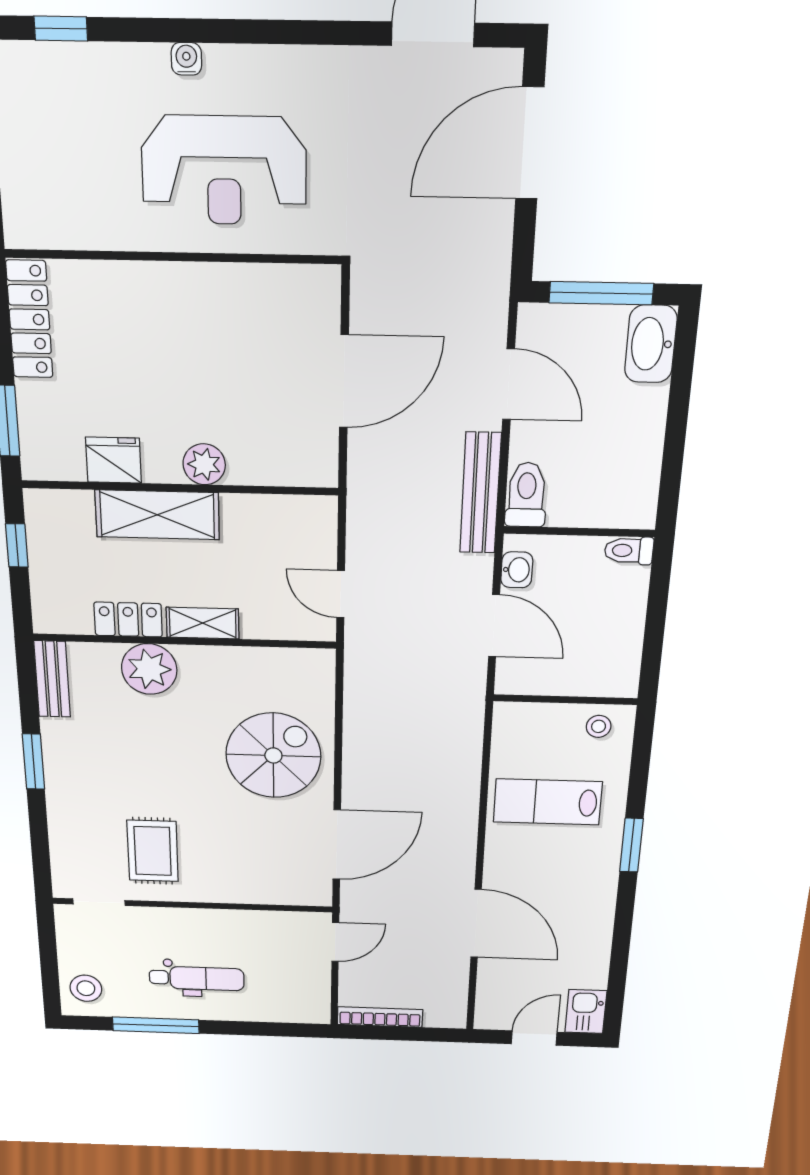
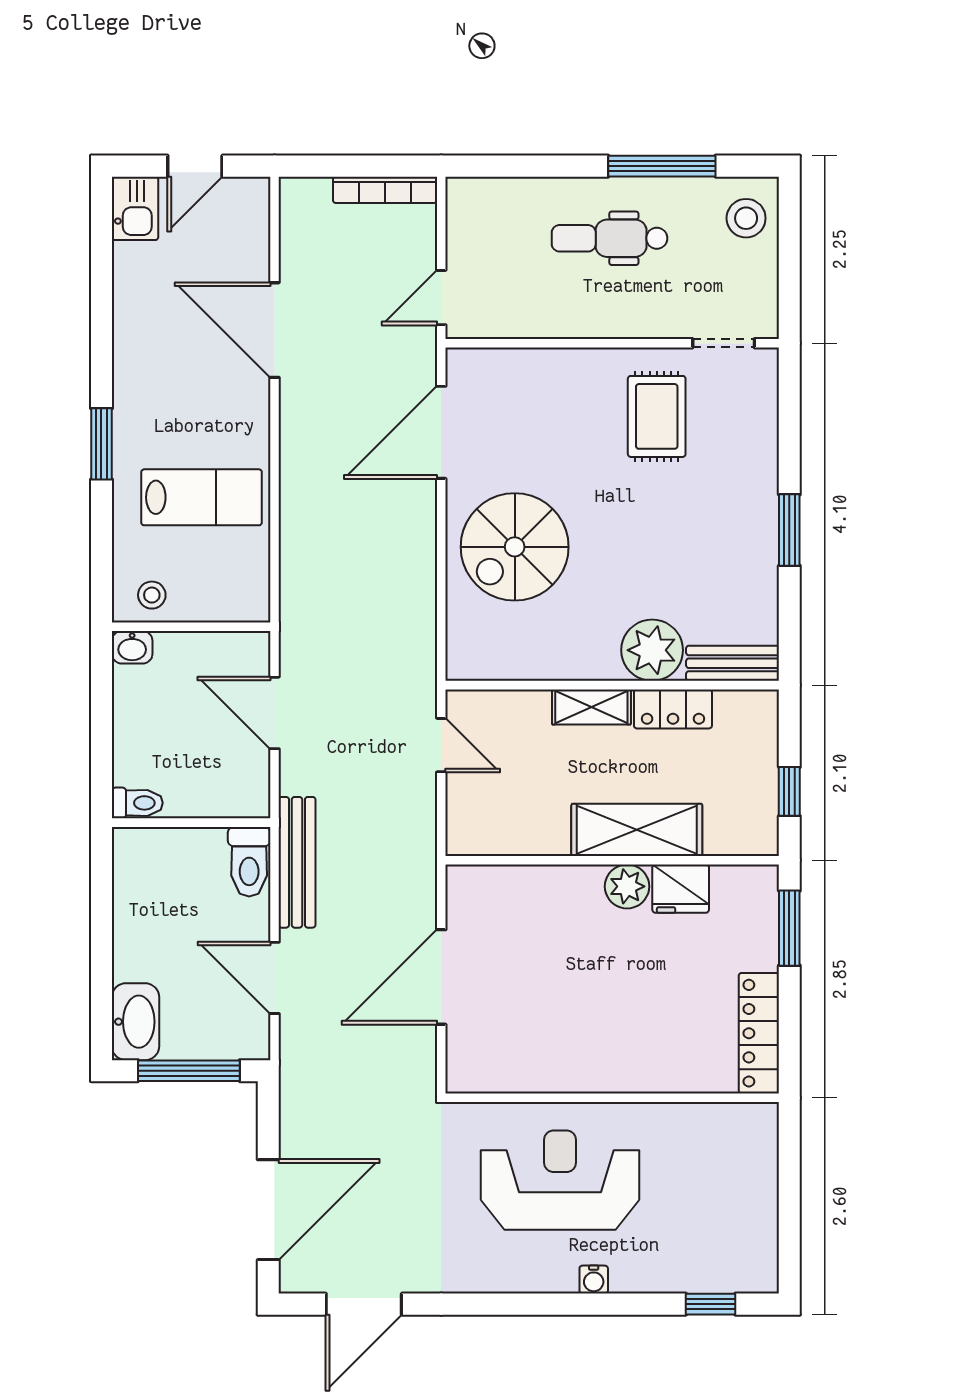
plant: (204, 464) -> (627, 886), moved
washbasin: (517, 570) -> (132, 647), moved, turned -90
bench: (52, 679) -> (733, 663), moved, turned 90

